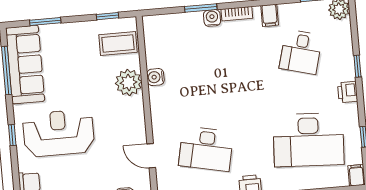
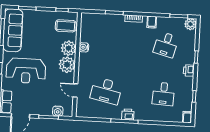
water cooler: (212, 18) -> (120, 19), removed
plant: (130, 112) -> (67, 65), added
reception desk: (59, 133) -> (26, 71), turned 180
desk: (308, 140) -> (163, 94), width x0.53, depth x0.77

